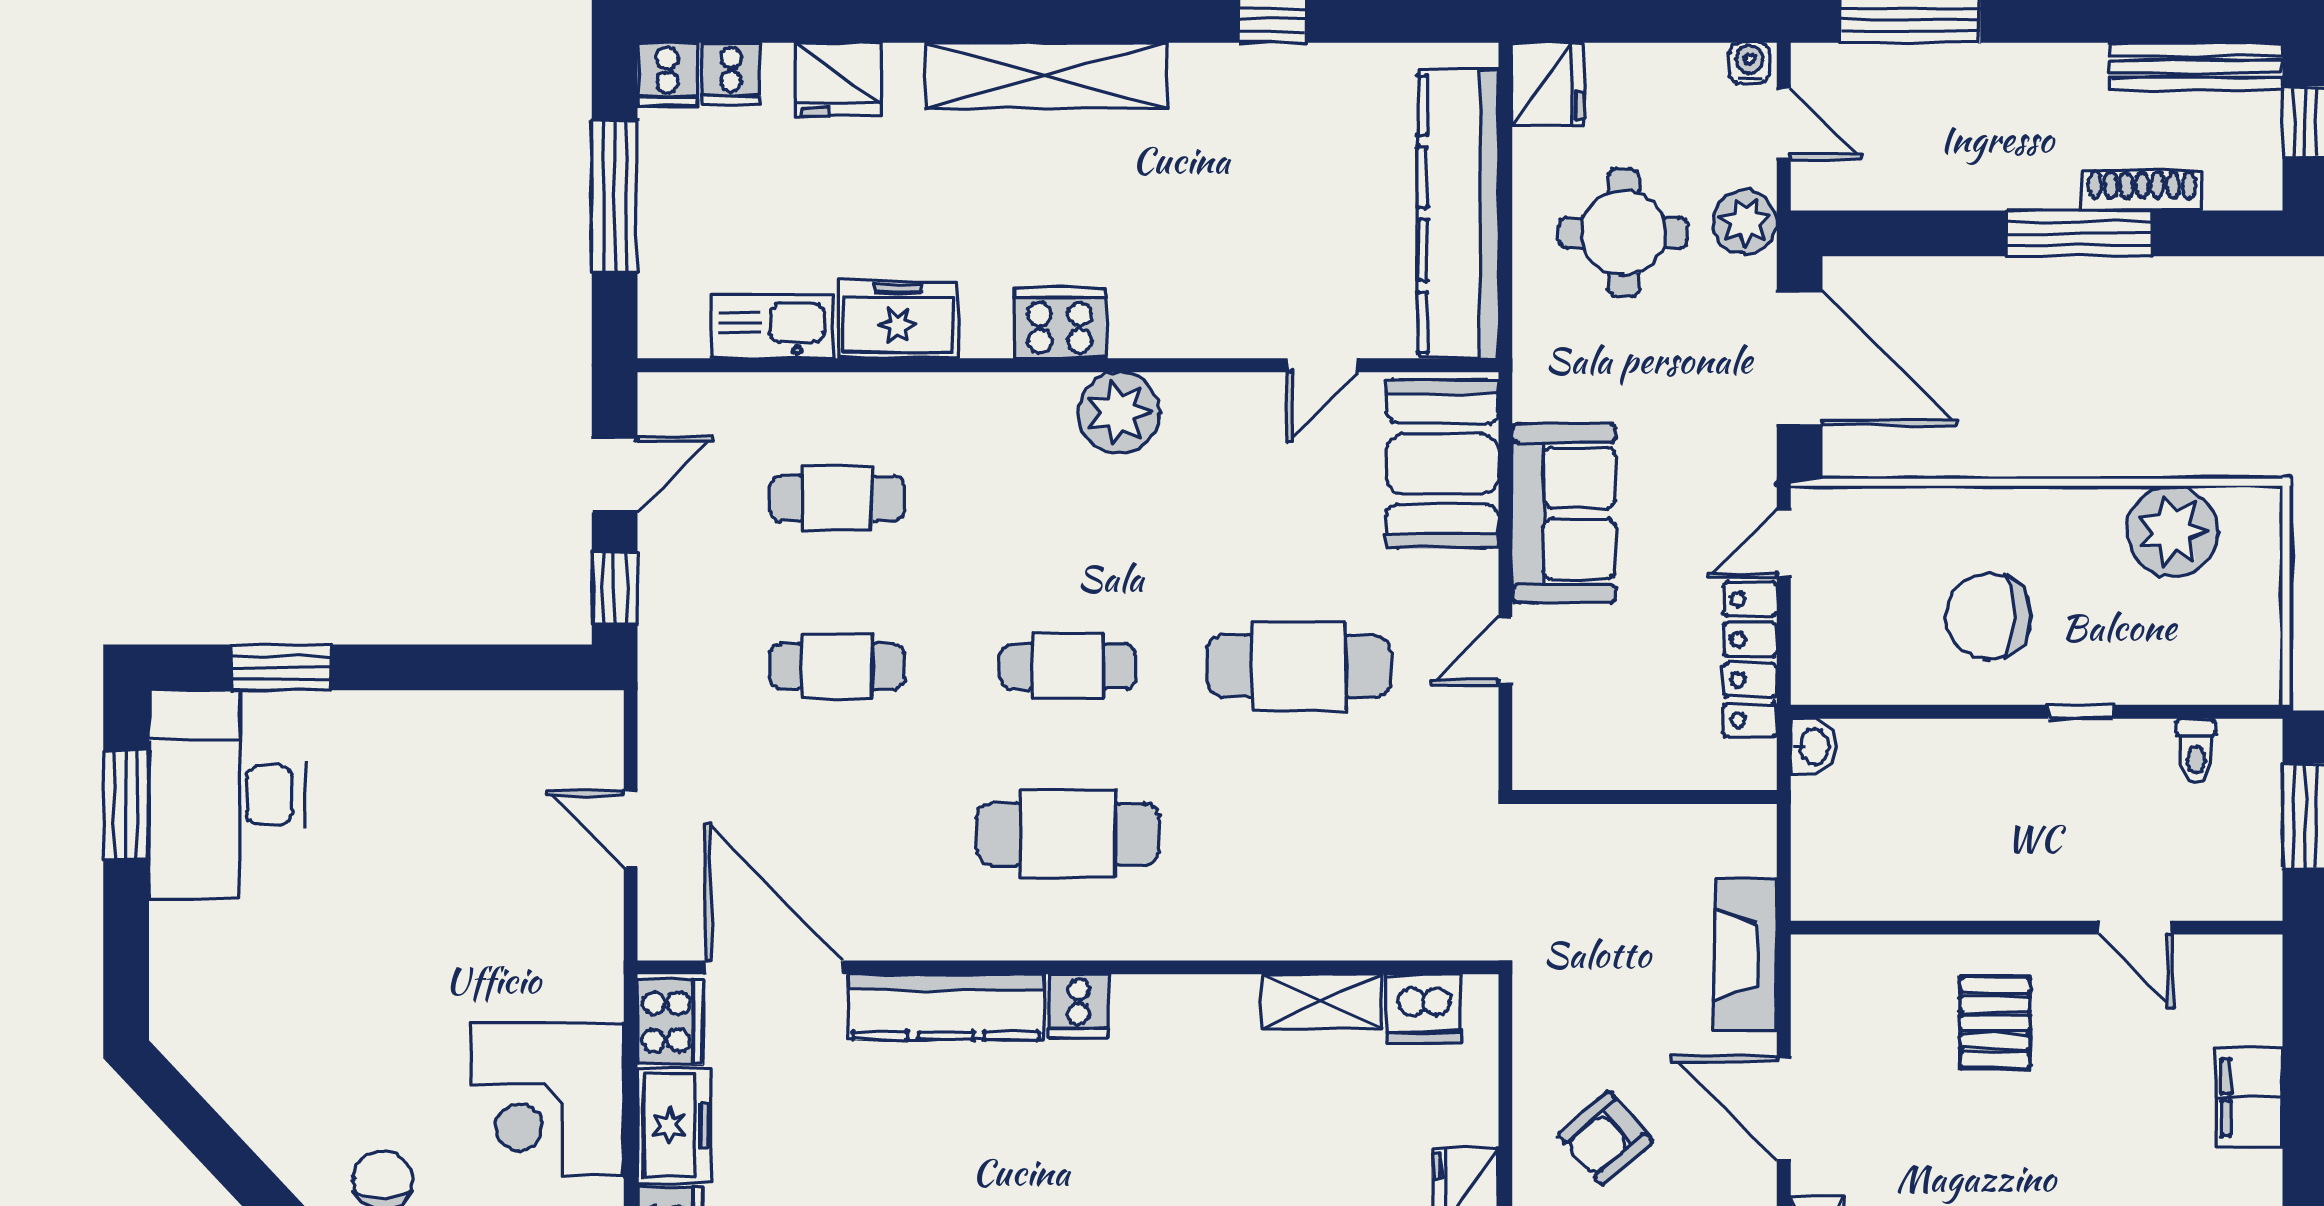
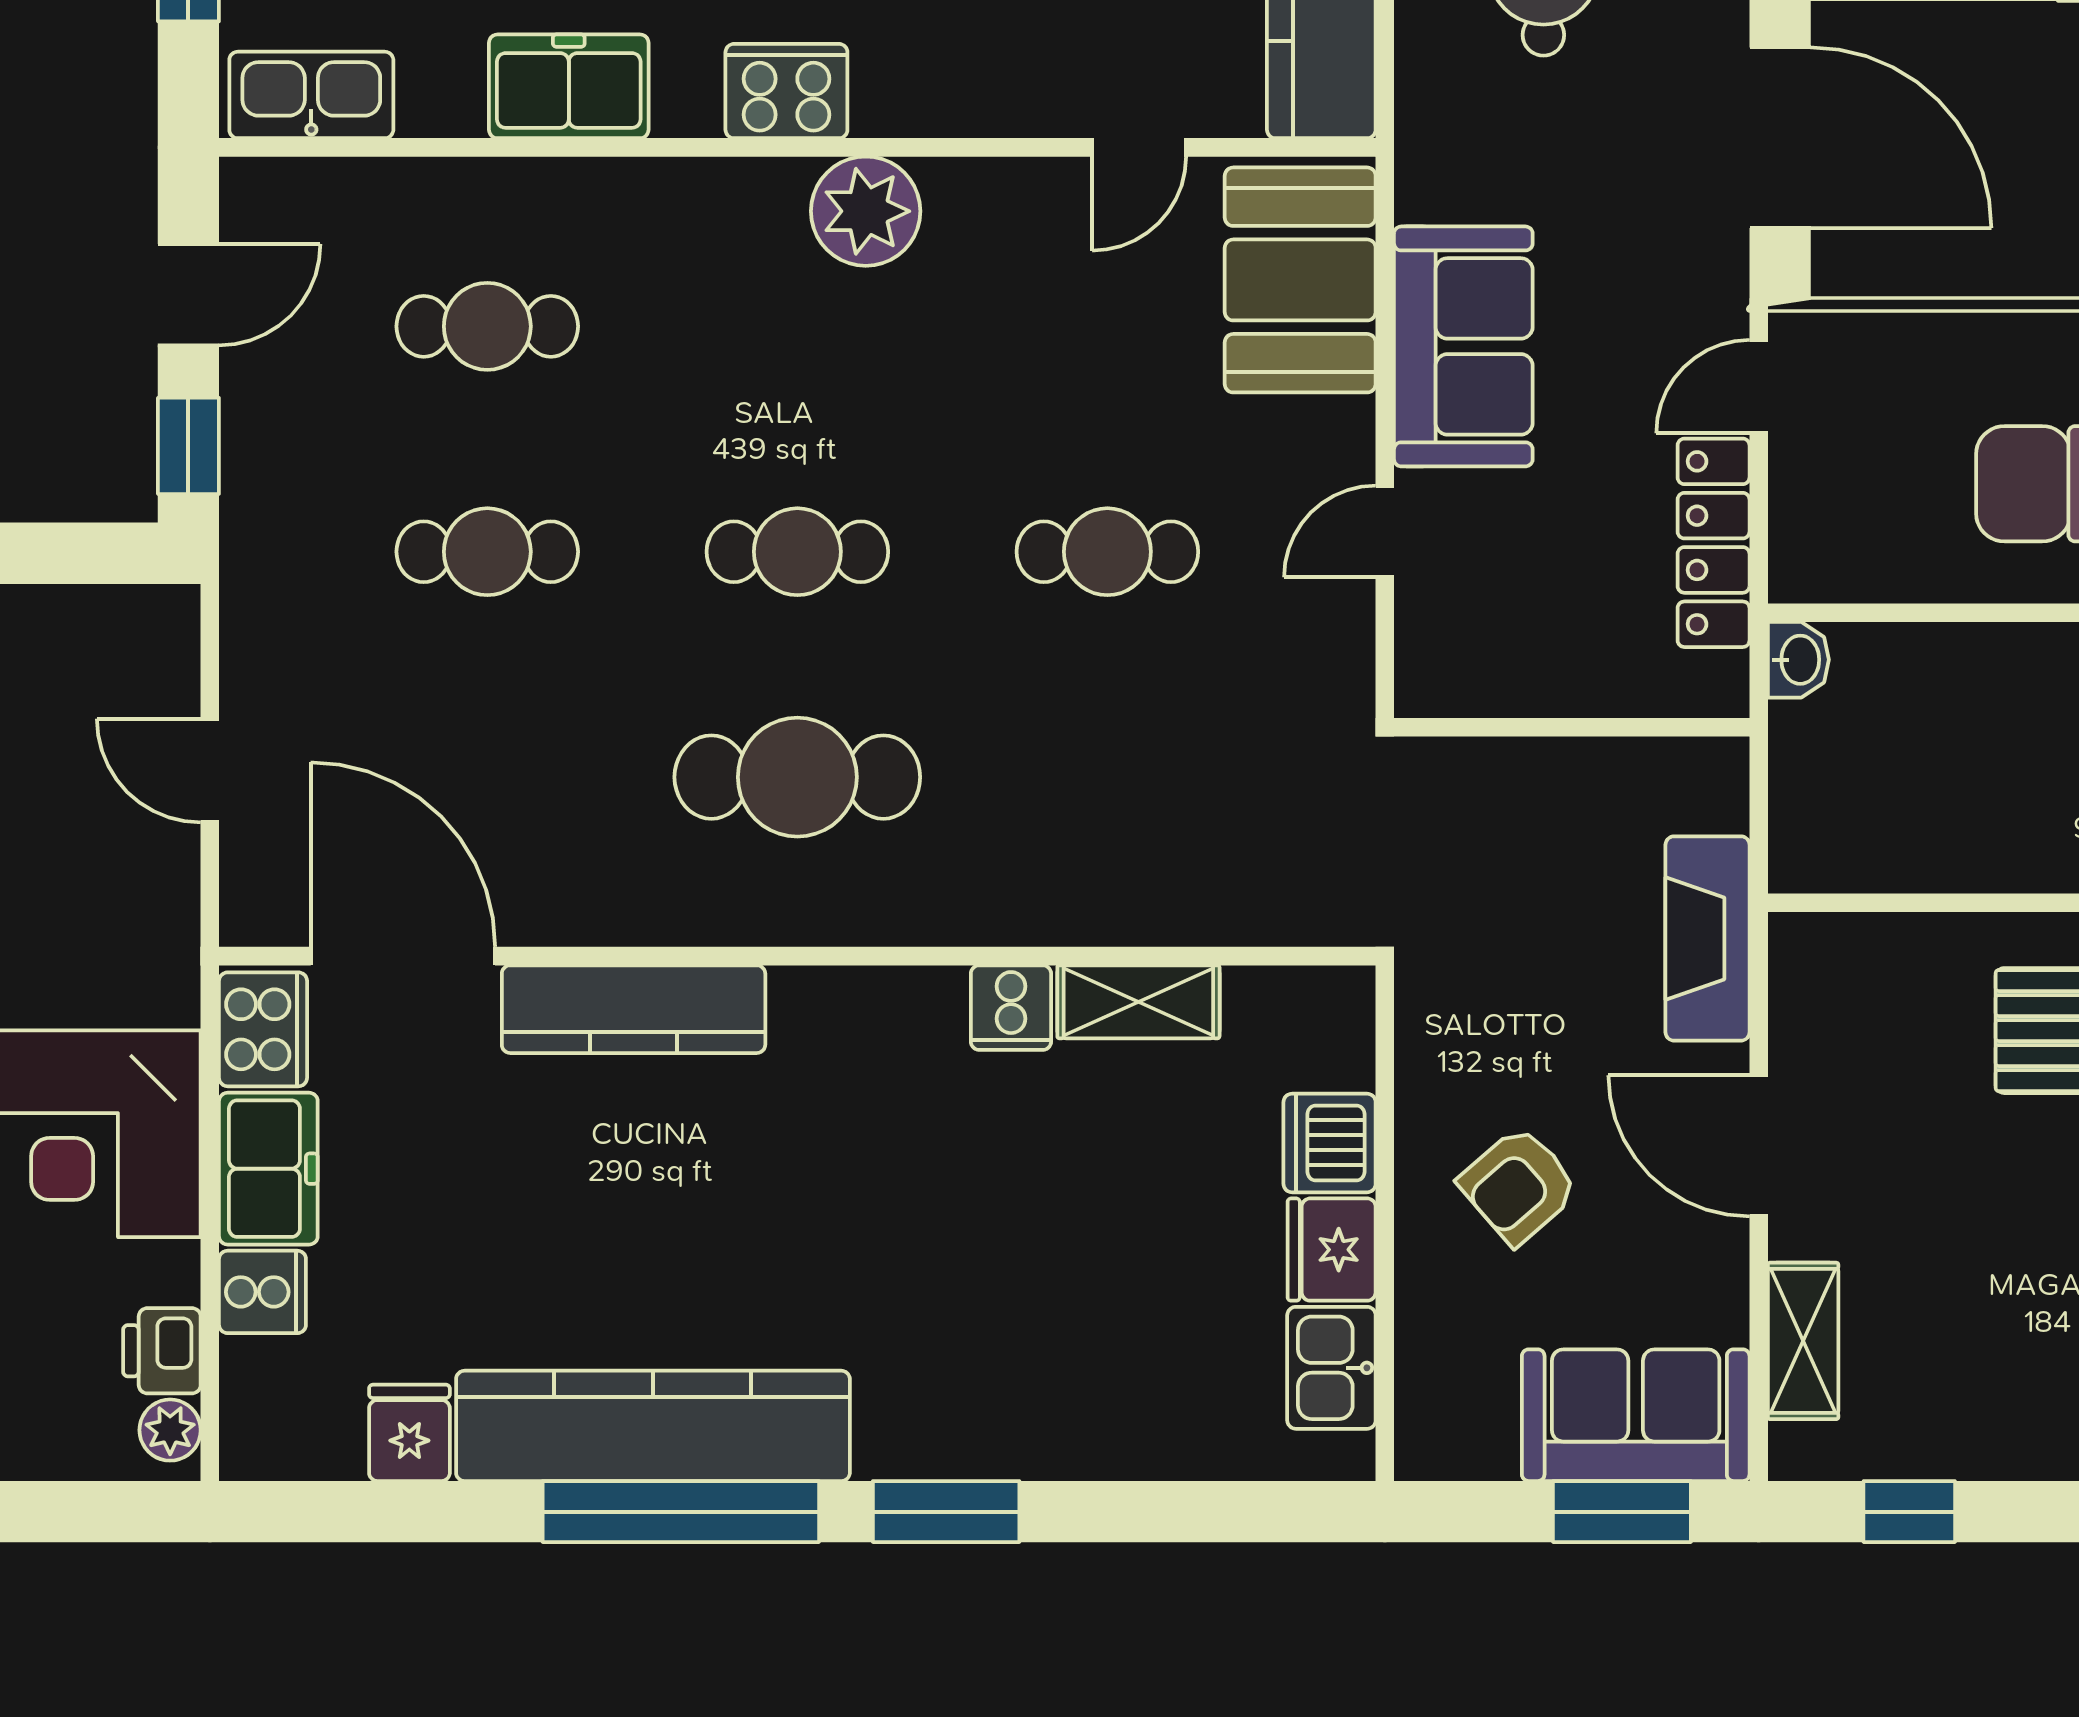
kitchen sink: (773, 326) -> (311, 95), moved
cafe table: (1299, 666) -> (1107, 552), width x0.73, depth x0.74
cooker: (1079, 1006) -> (1011, 1008), moved
dishwasher: (1424, 1009) -> (1330, 1143), moved, turned 90

